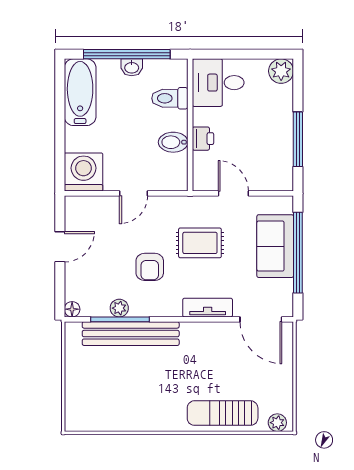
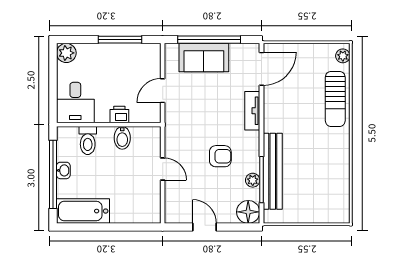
washing machine: (83, 172) -> (146, 208), removed
rug: (200, 243) -> (201, 117), removed
floor lamp: (72, 309) -> (248, 212), width x1.89, depth x1.89

